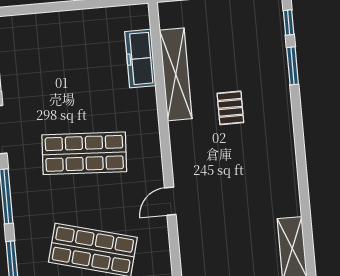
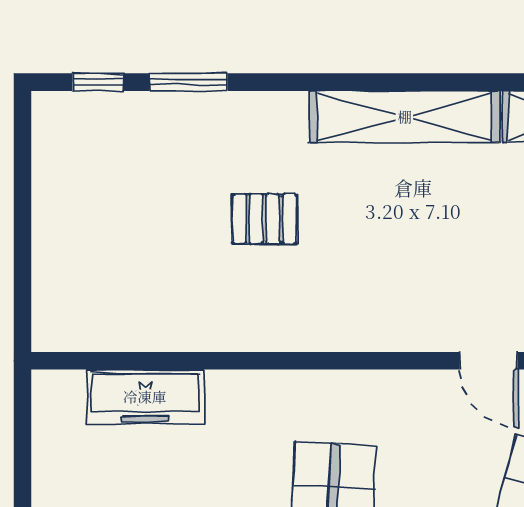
shelving: (176, 74) -> (405, 117), moved
door: (170, 201) -> (489, 361), moved

